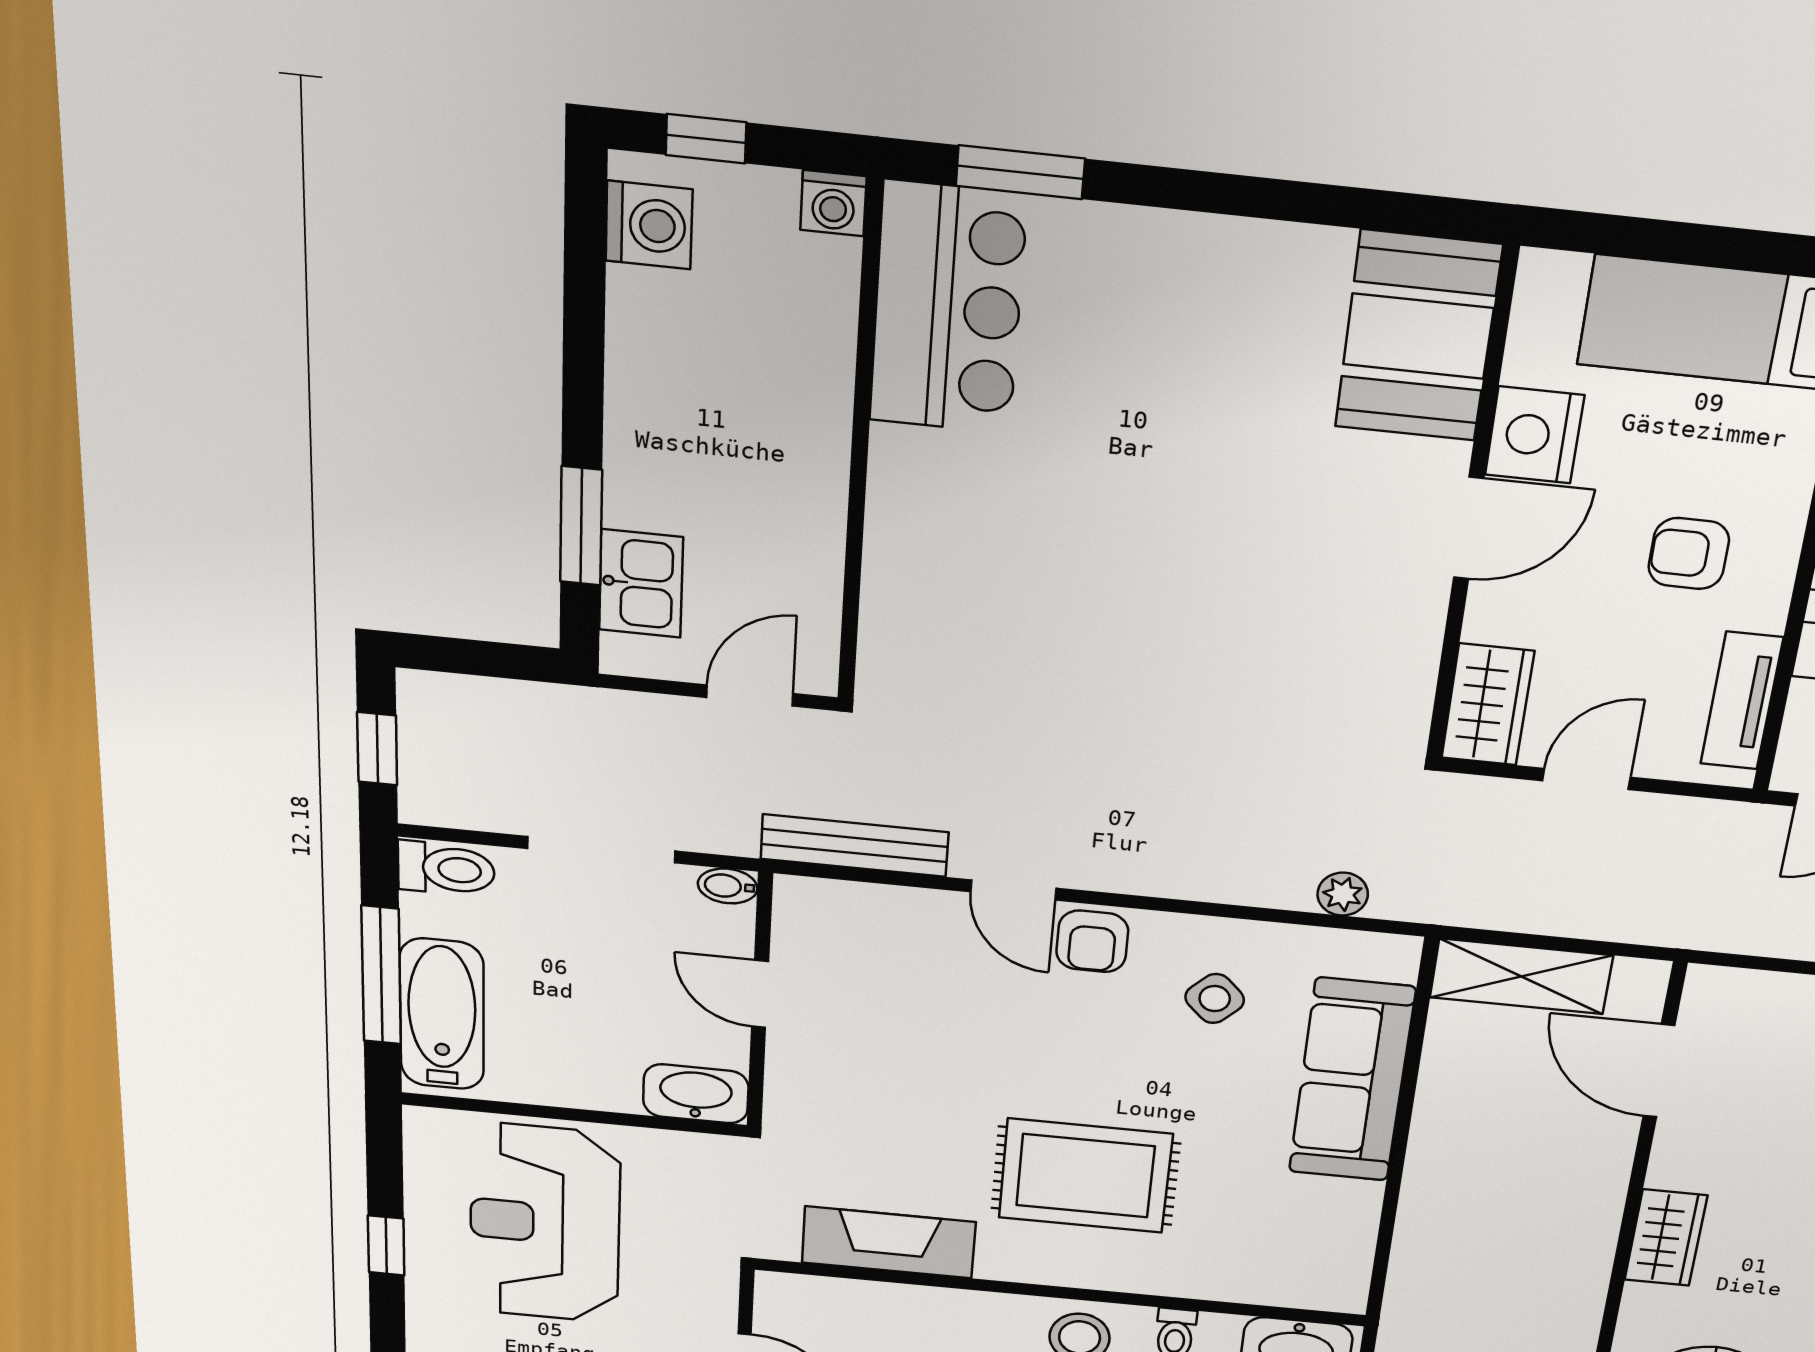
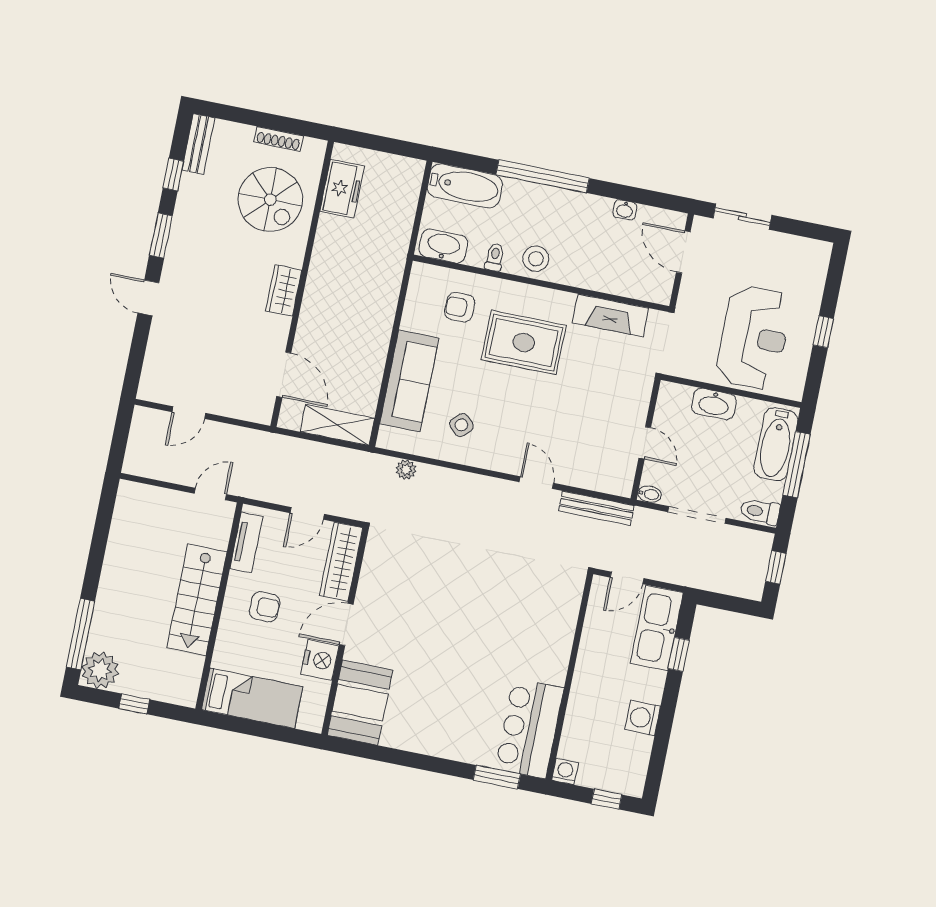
washing machine: (649, 225) -> (643, 718), moved
window: (581, 526) -> (679, 654), width x0.67
kitchen sink: (641, 583) -> (657, 628), width x1.87, depth x1.24
wardrobe: (1488, 705) -> (341, 562), width x1.50
armchair: (1092, 941) -> (460, 307), moved, turned -90
washbasin: (696, 1094) -> (714, 404), moved

